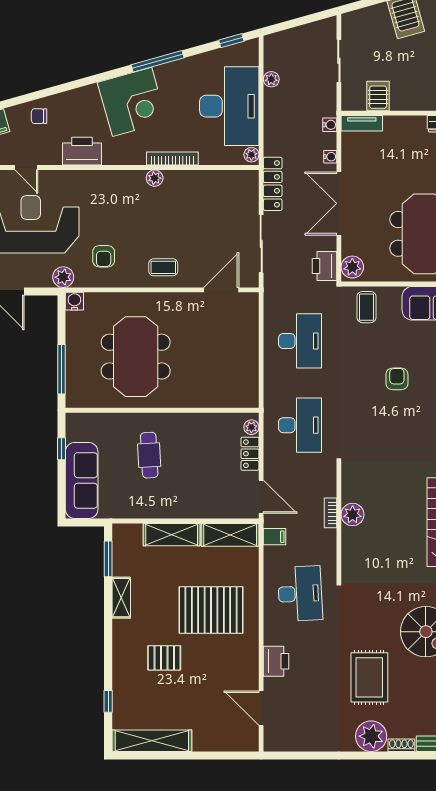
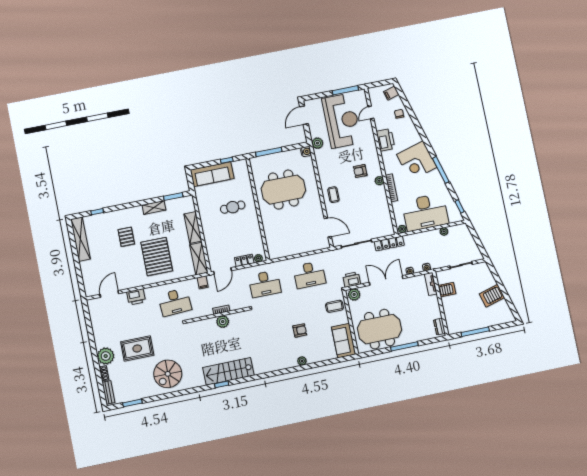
armchair: (104, 256) -> (360, 171), moved

